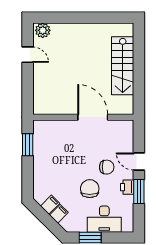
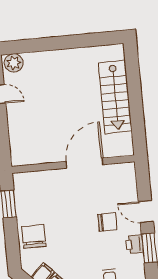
door: (93, 117) -> (85, 163), hinge flipped
chair: (90, 189) -> (34, 236), moved

